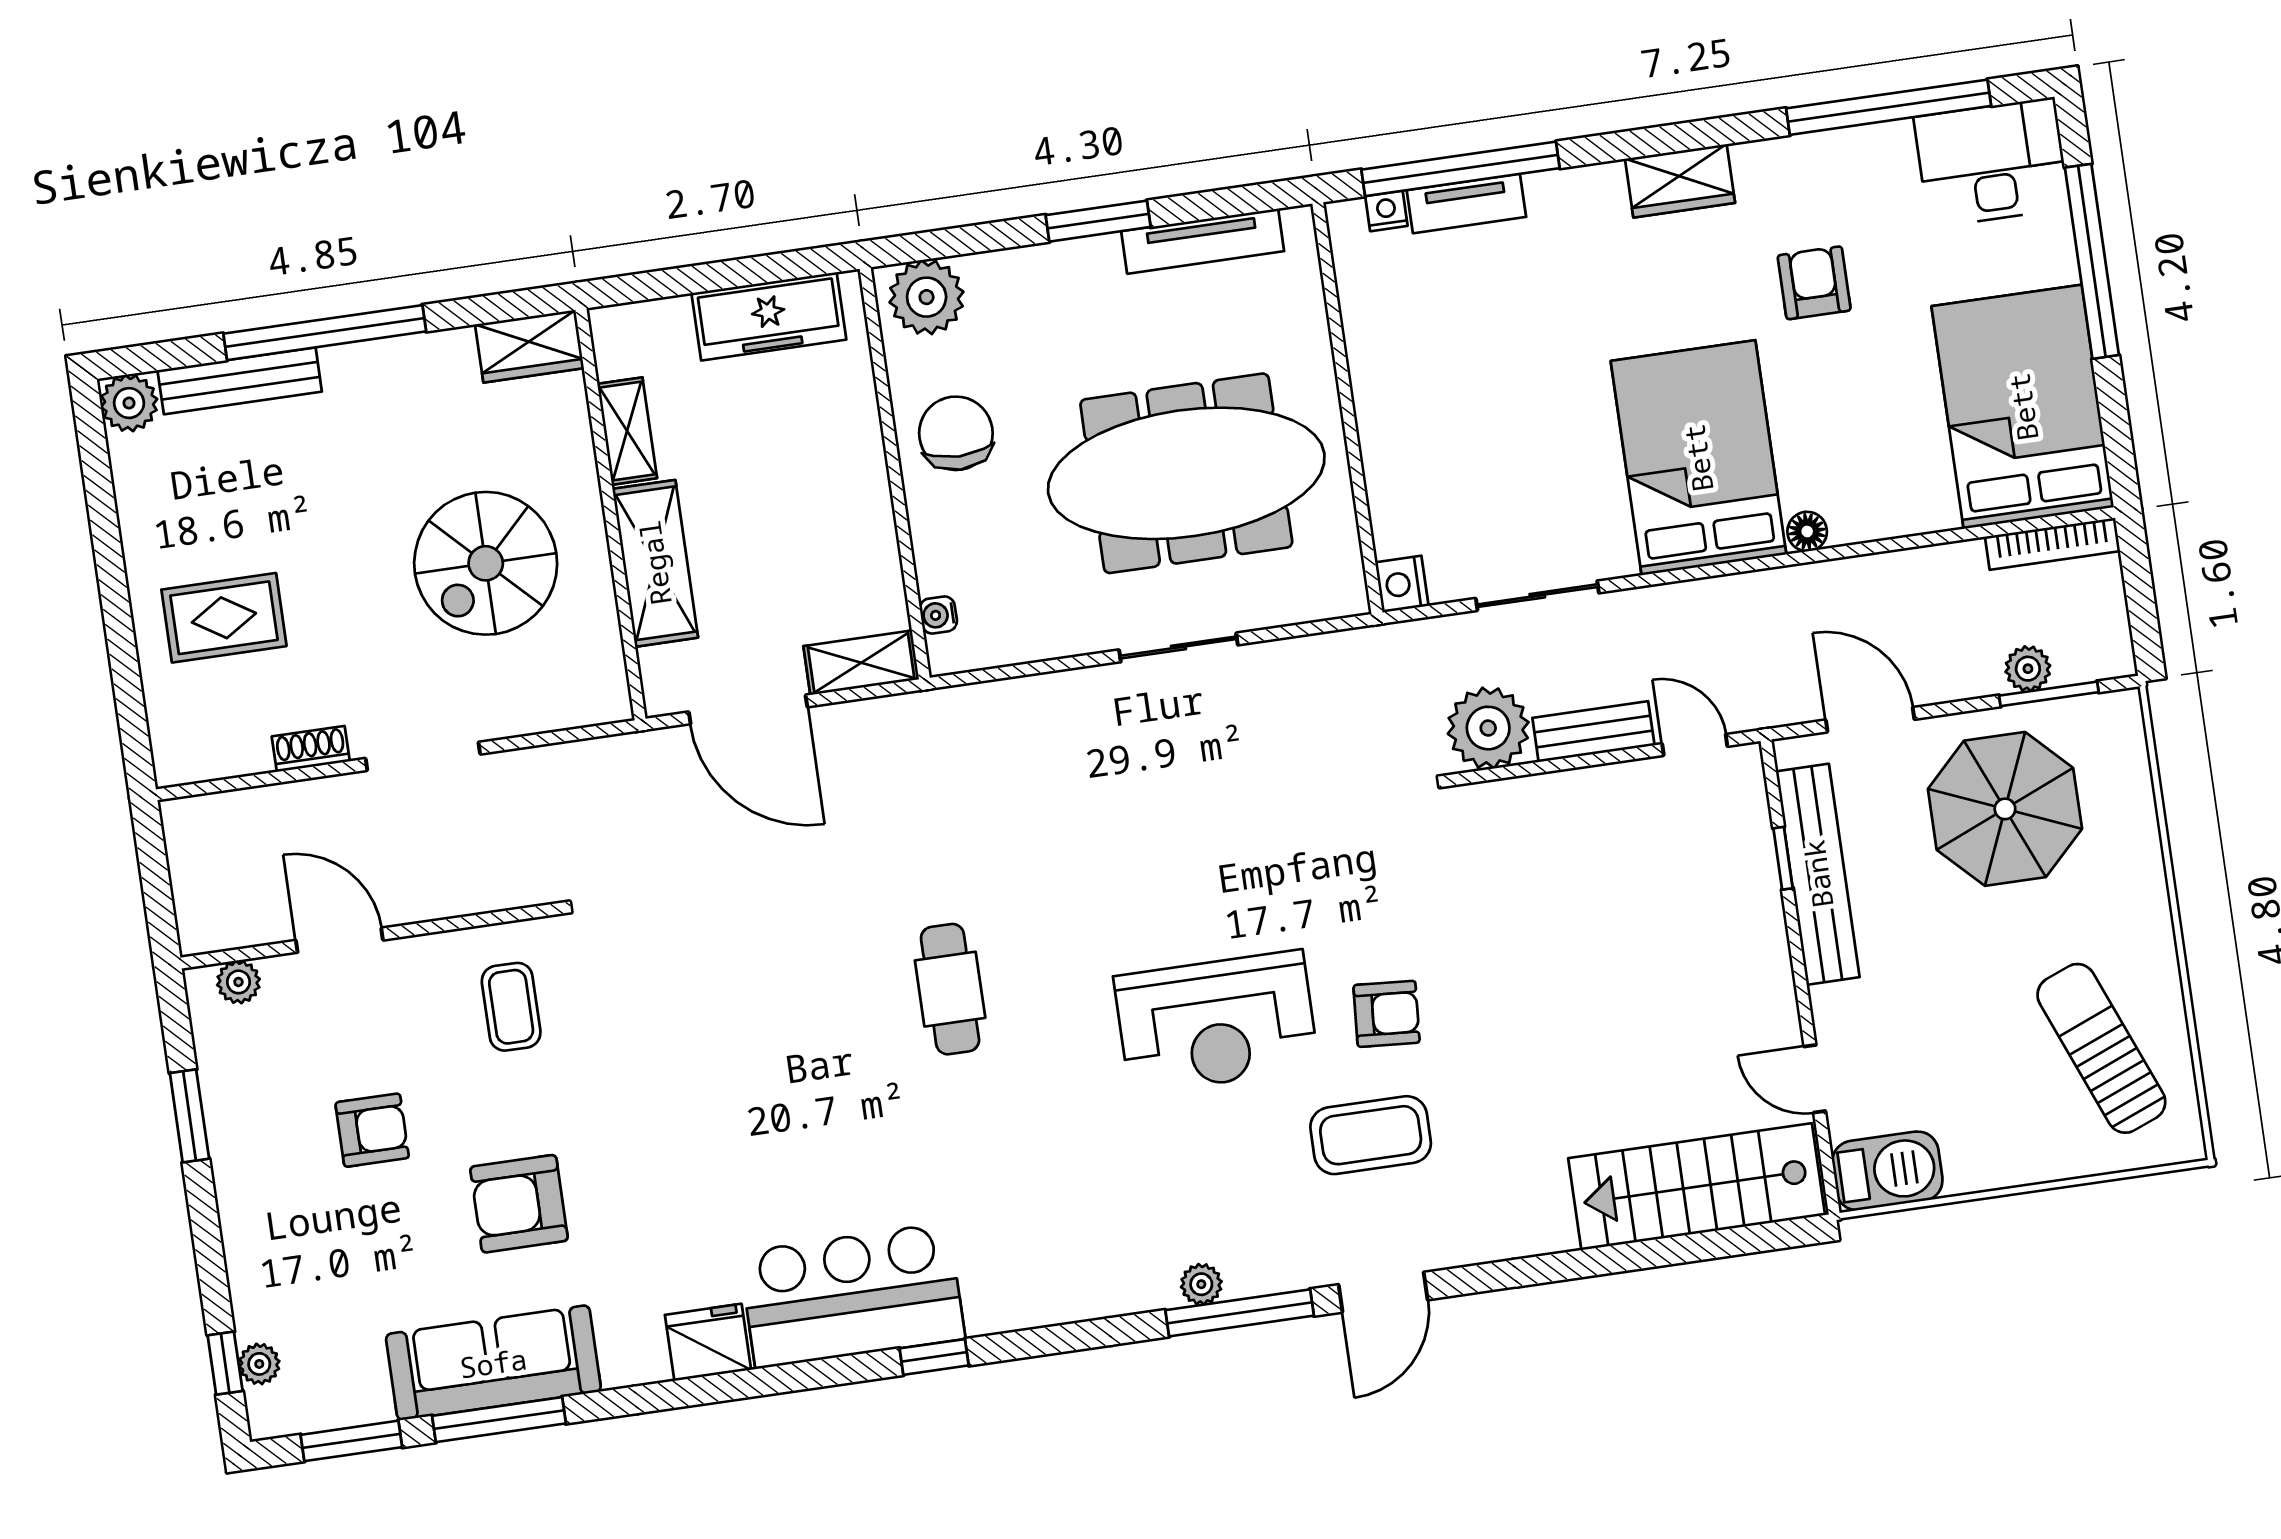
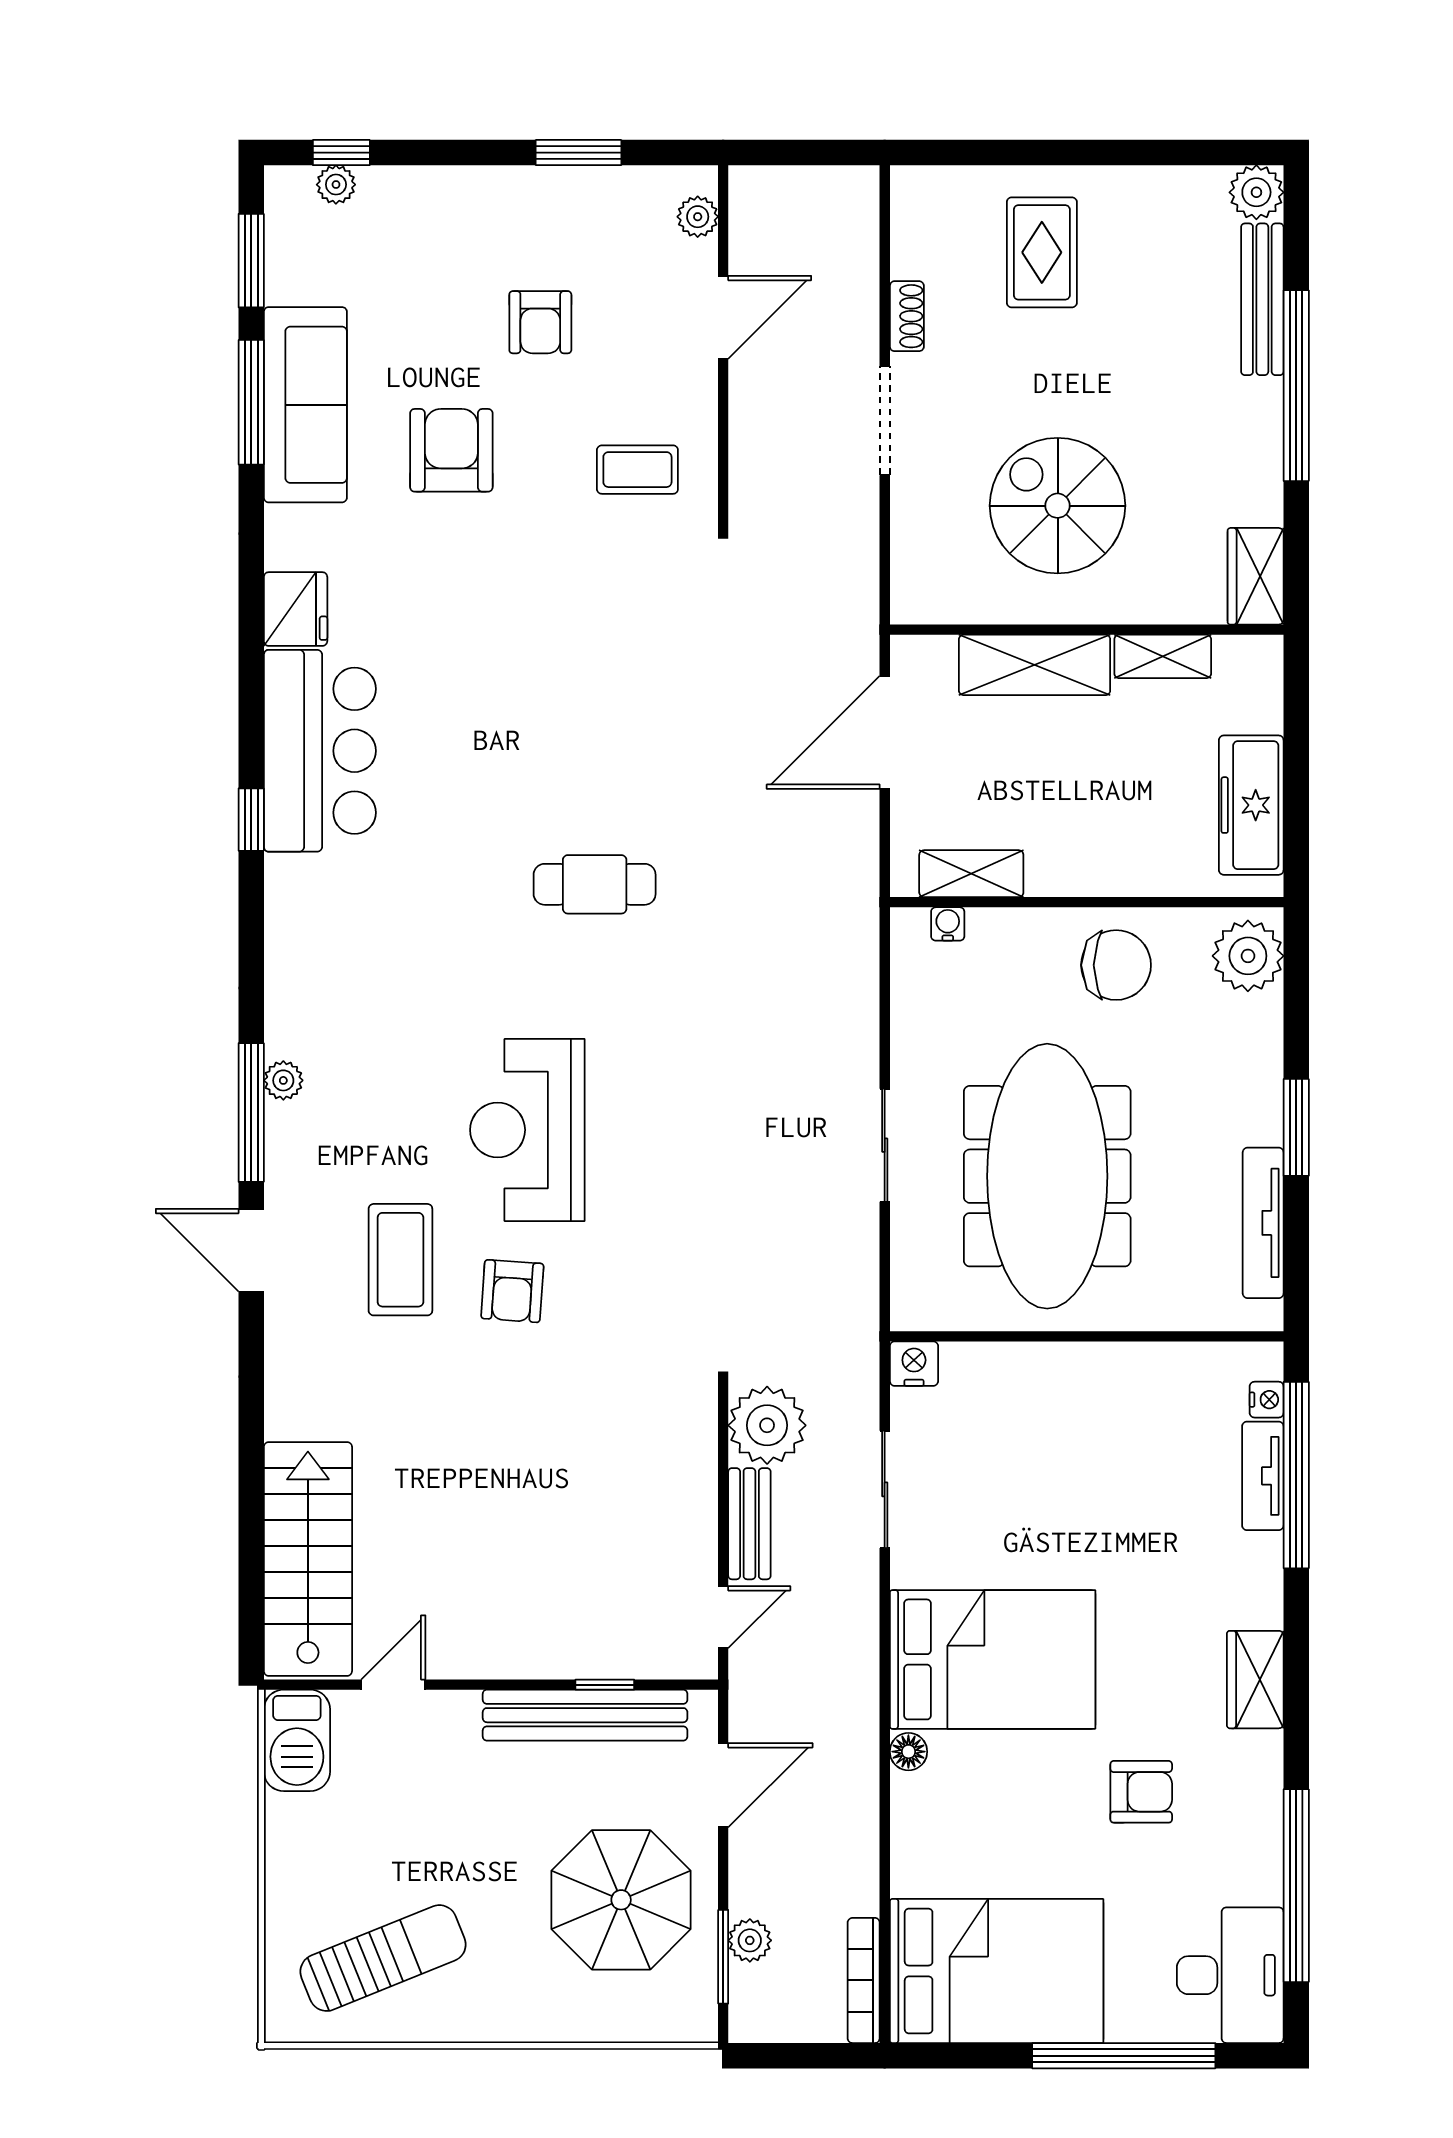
shelving: (861, 663) -> (971, 874), moved, turned 90

